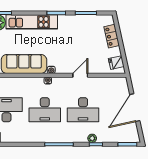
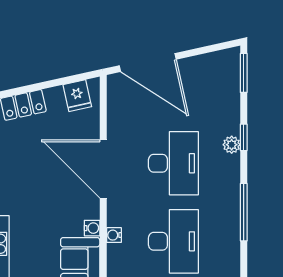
door: (80, 75) -> (103, 169), width x1.87
door: (135, 108) -> (148, 62), moved

